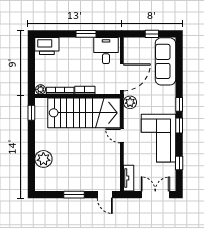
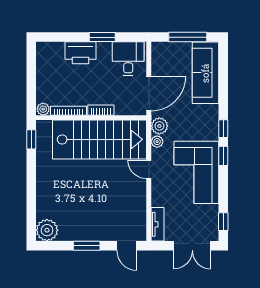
window: (152, 34) -> (188, 37), width x2.17
printer: (47, 46) -> (80, 53), moved
plant: (128, 114) -> (157, 142), added
plant: (43, 159) -> (47, 230), moved
window: (179, 163) -> (223, 222), moved
double door: (155, 195) -> (192, 246), swing flipped

